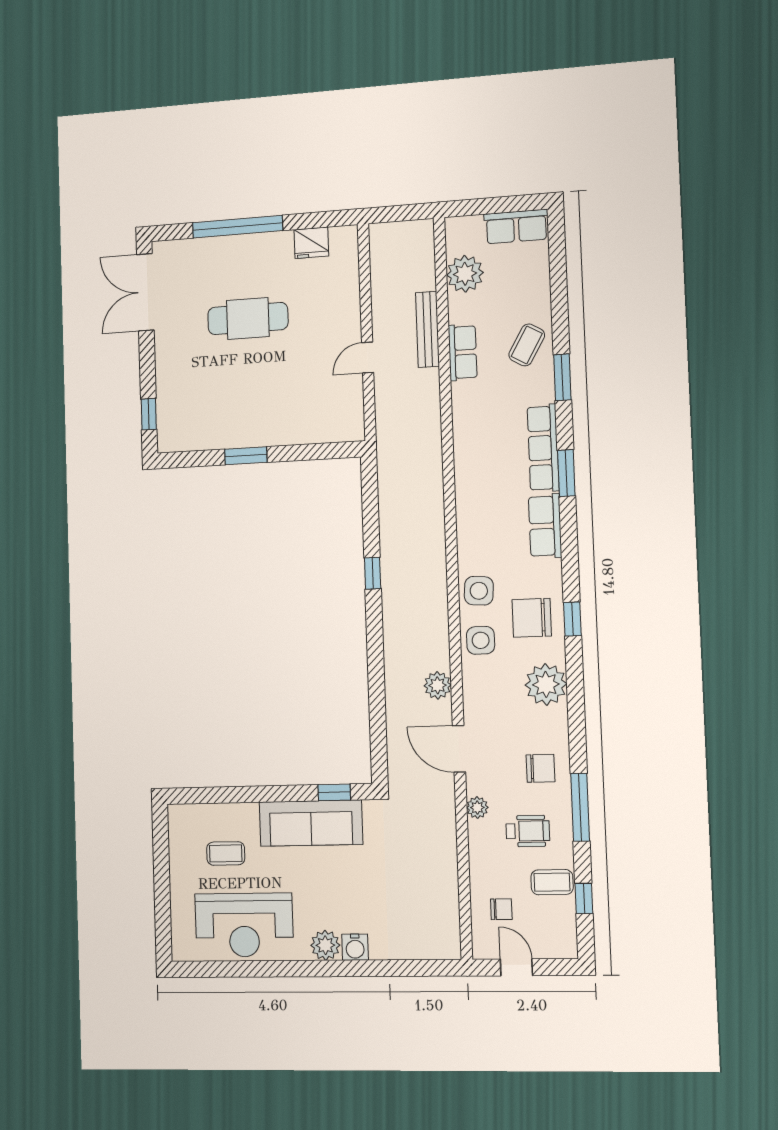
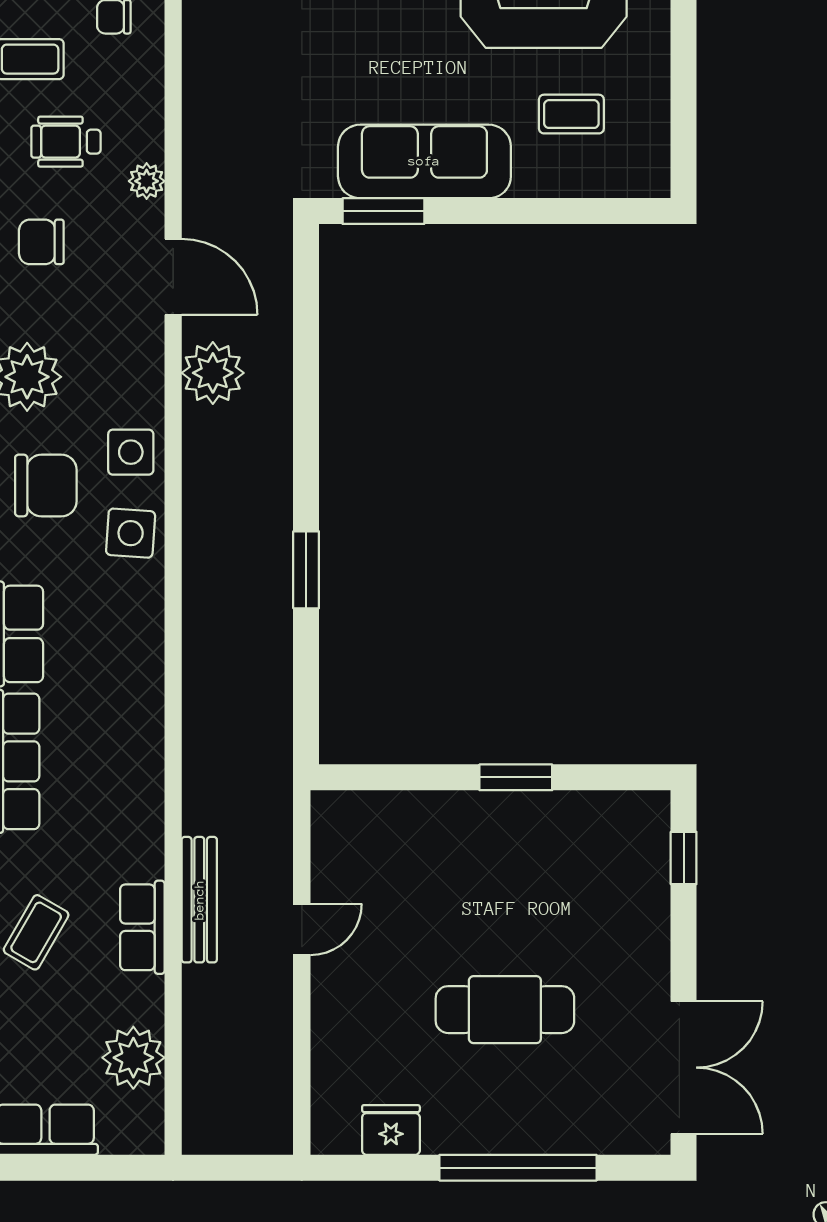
bench: (428, 329) -> (199, 900), moved
window: (373, 573) -> (306, 570), width x1.50
plant: (438, 685) -> (213, 373), width x1.36, depth x1.36
window: (334, 792) -> (383, 211), width x1.50

